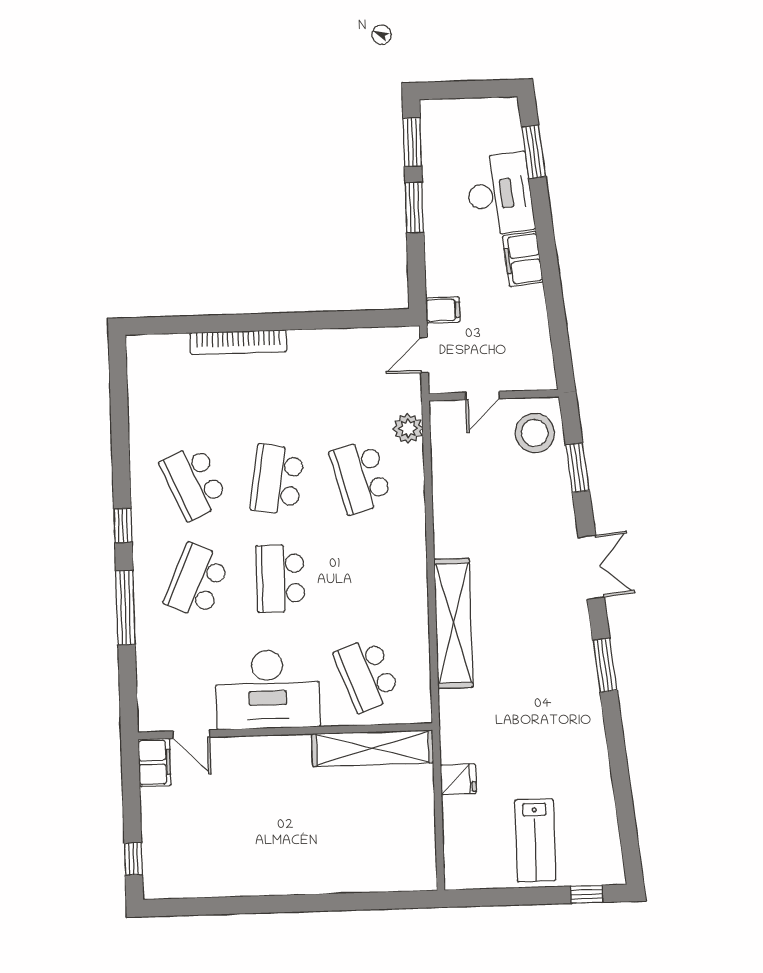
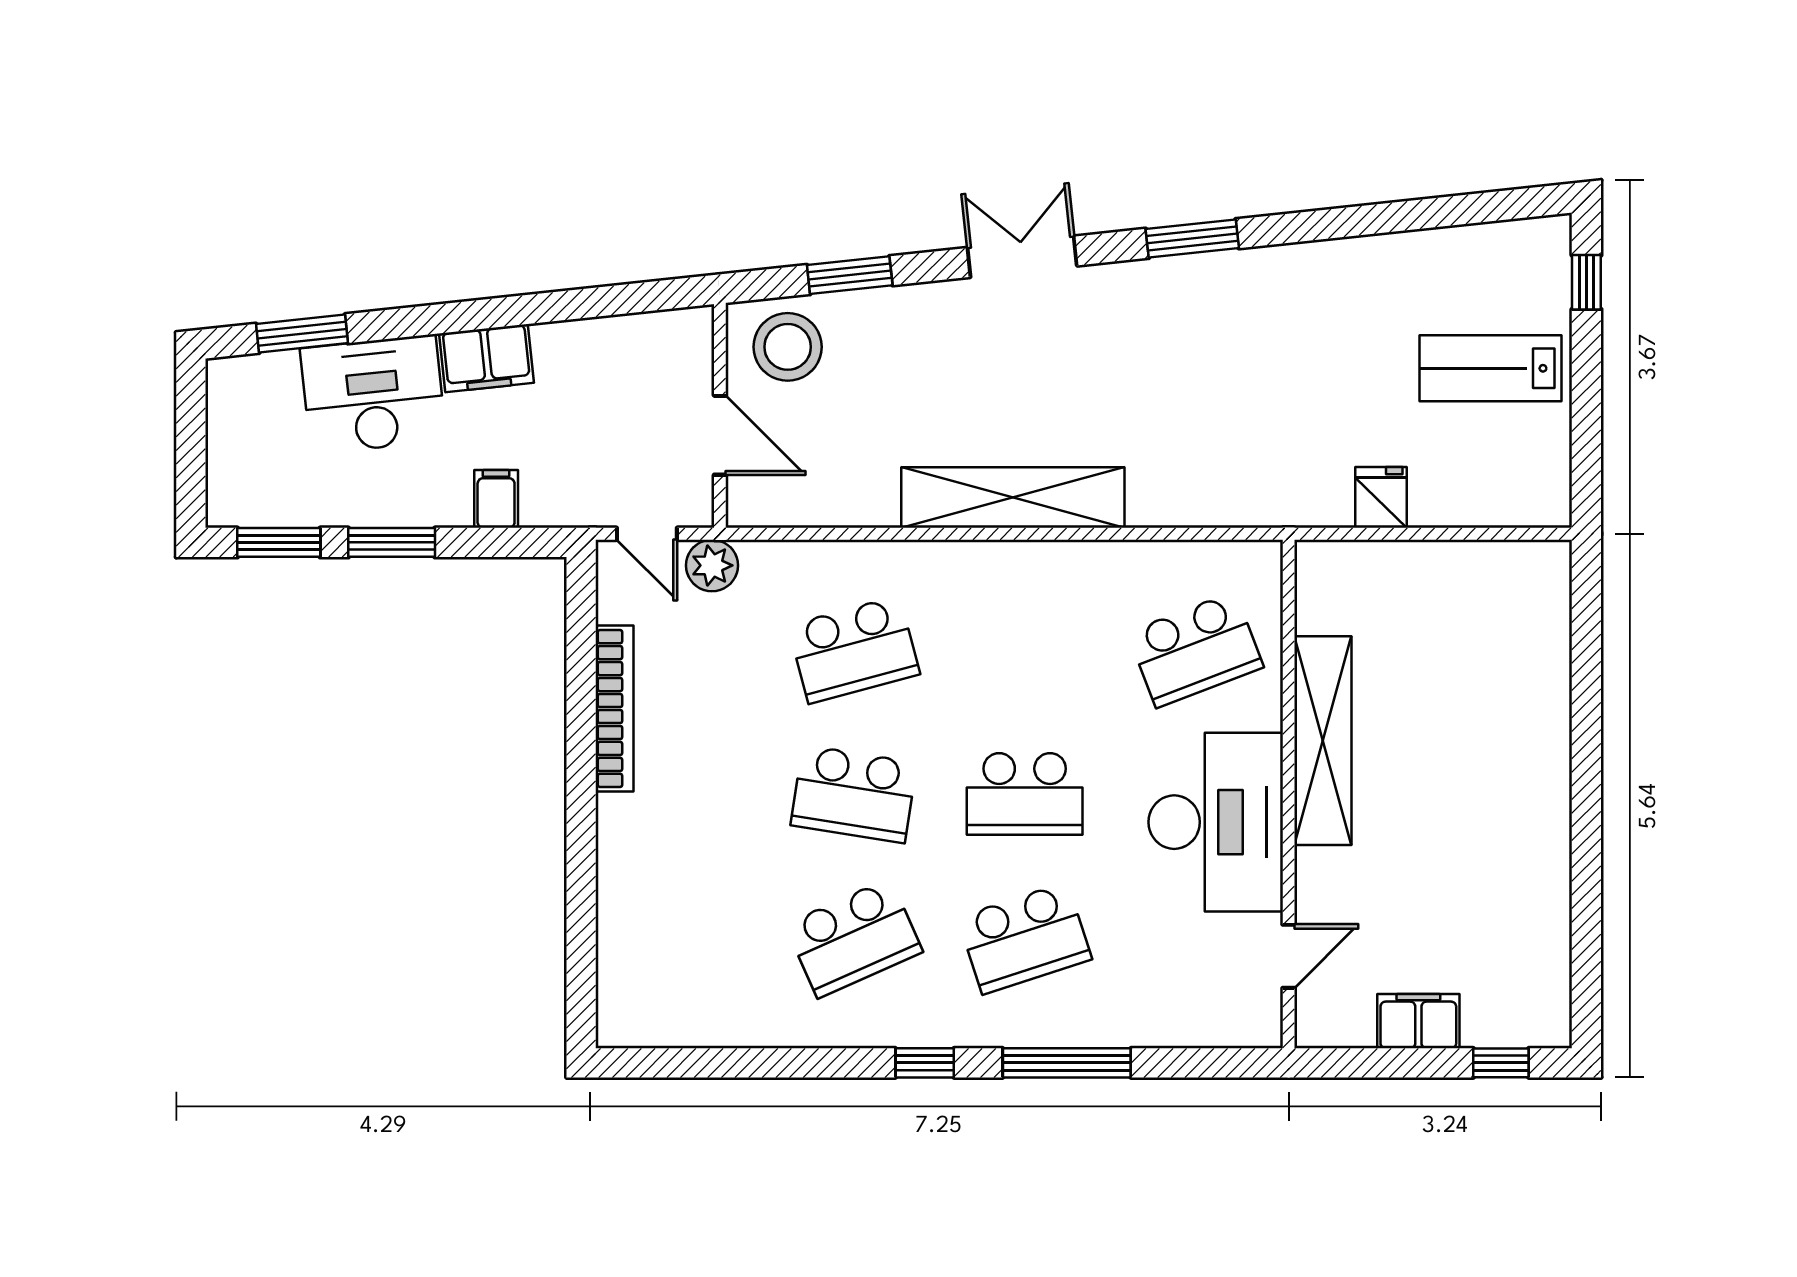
filing cabinet: (443, 310) -> (496, 499), moved
bookcase: (238, 342) -> (615, 709), moved
door: (482, 396) -> (720, 435), width x1.37
plant: (408, 428) -> (712, 565), moved
school desk: (197, 581) -> (1025, 938), turned -42
shelving: (453, 623) -> (1013, 498), moved
shelving: (373, 748) -> (1323, 741), moved
filing cabinet: (155, 762) -> (1418, 1021), moved
lab bench: (535, 840) -> (1490, 368), turned 180

